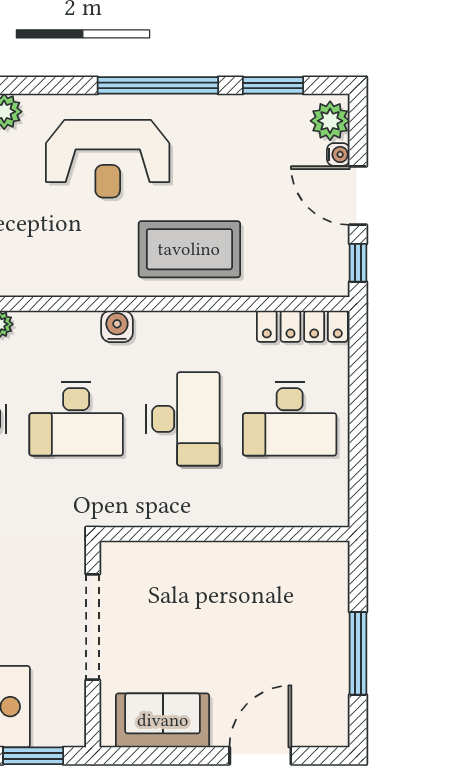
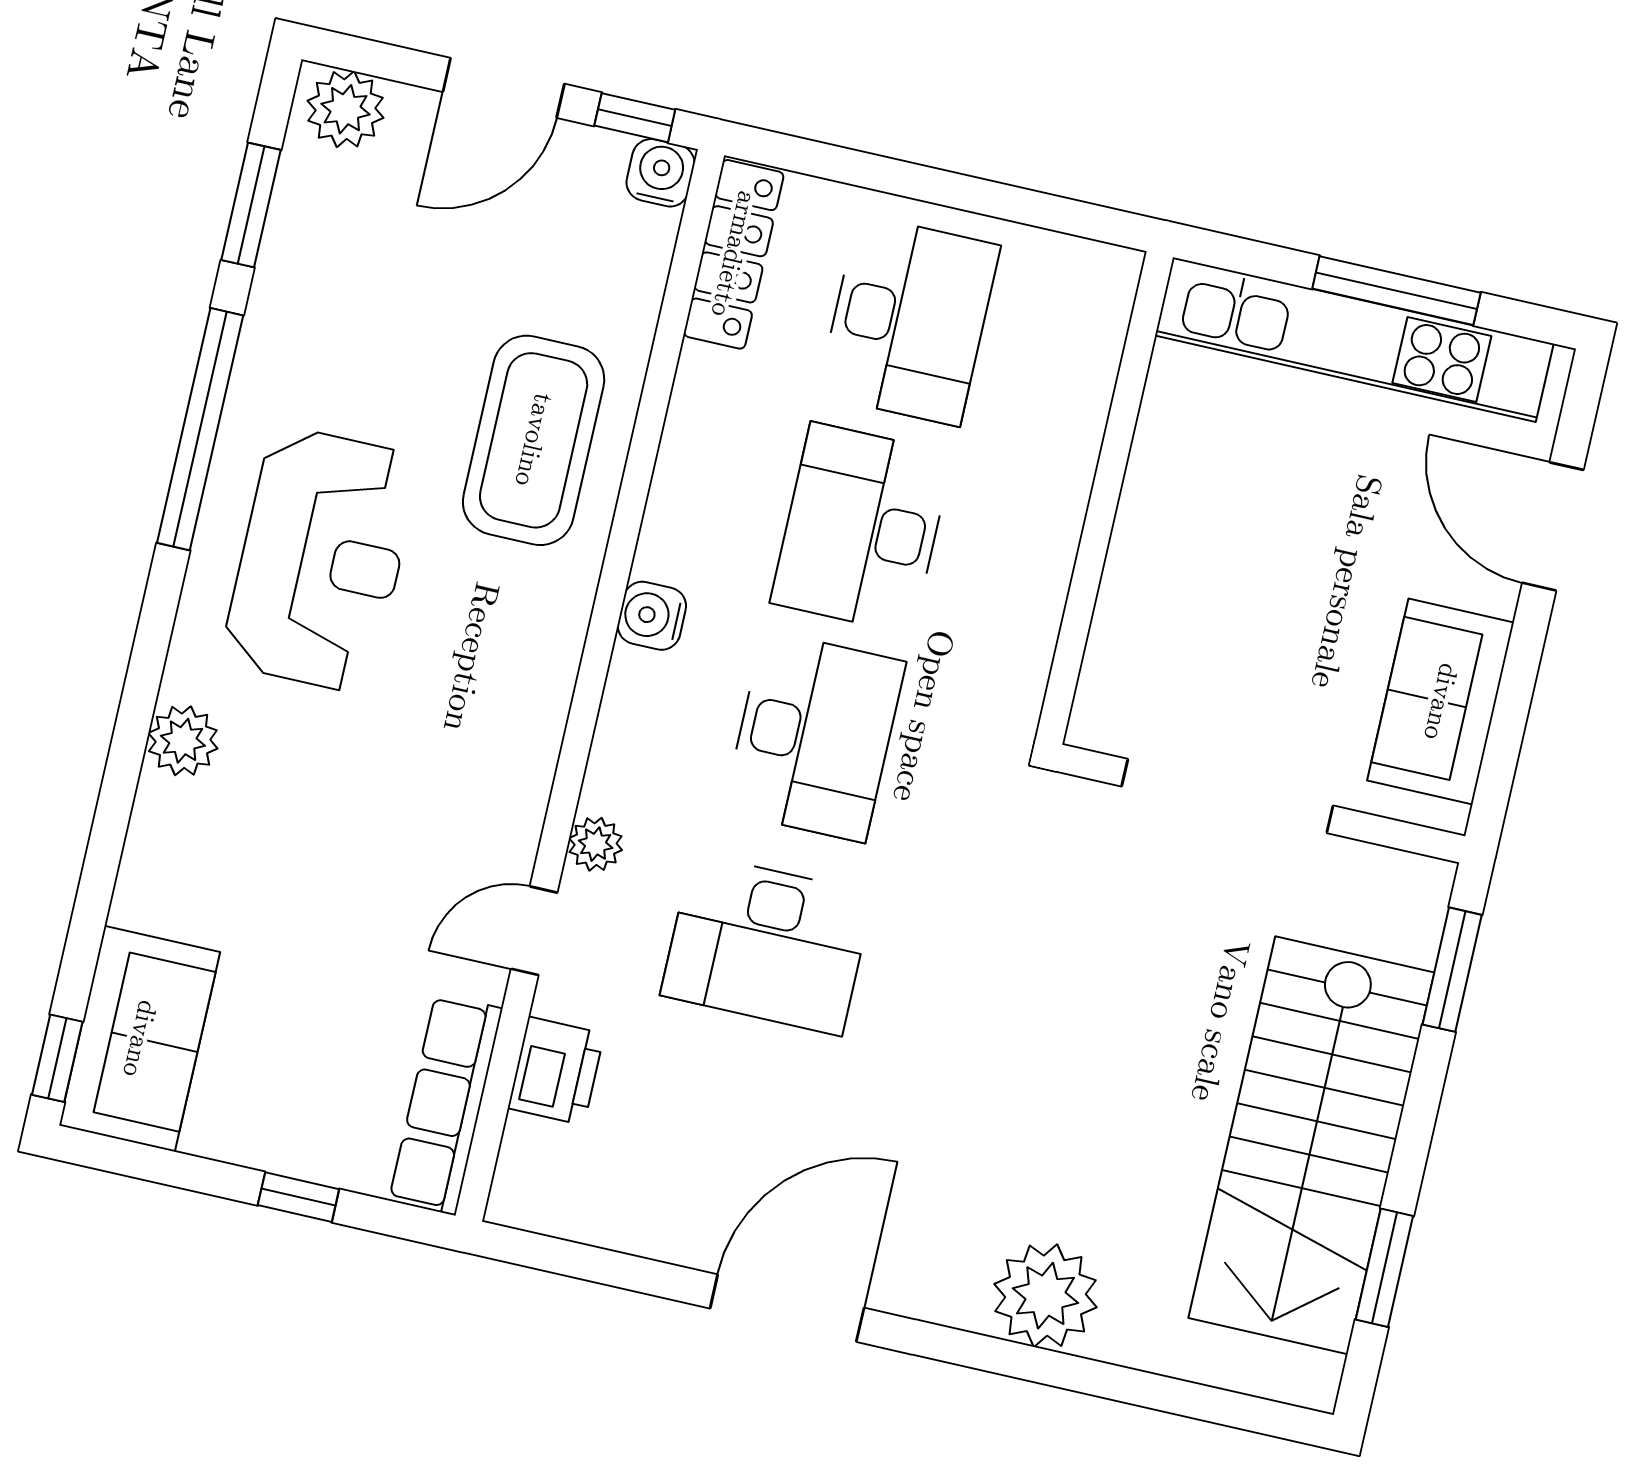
water cooler: (338, 154) -> (661, 173), moved, width x1.38, depth x1.38
desk: (183, 419) -> (862, 528), turned -90
kitchen unit: (329, 638) -> (1354, 340), added

